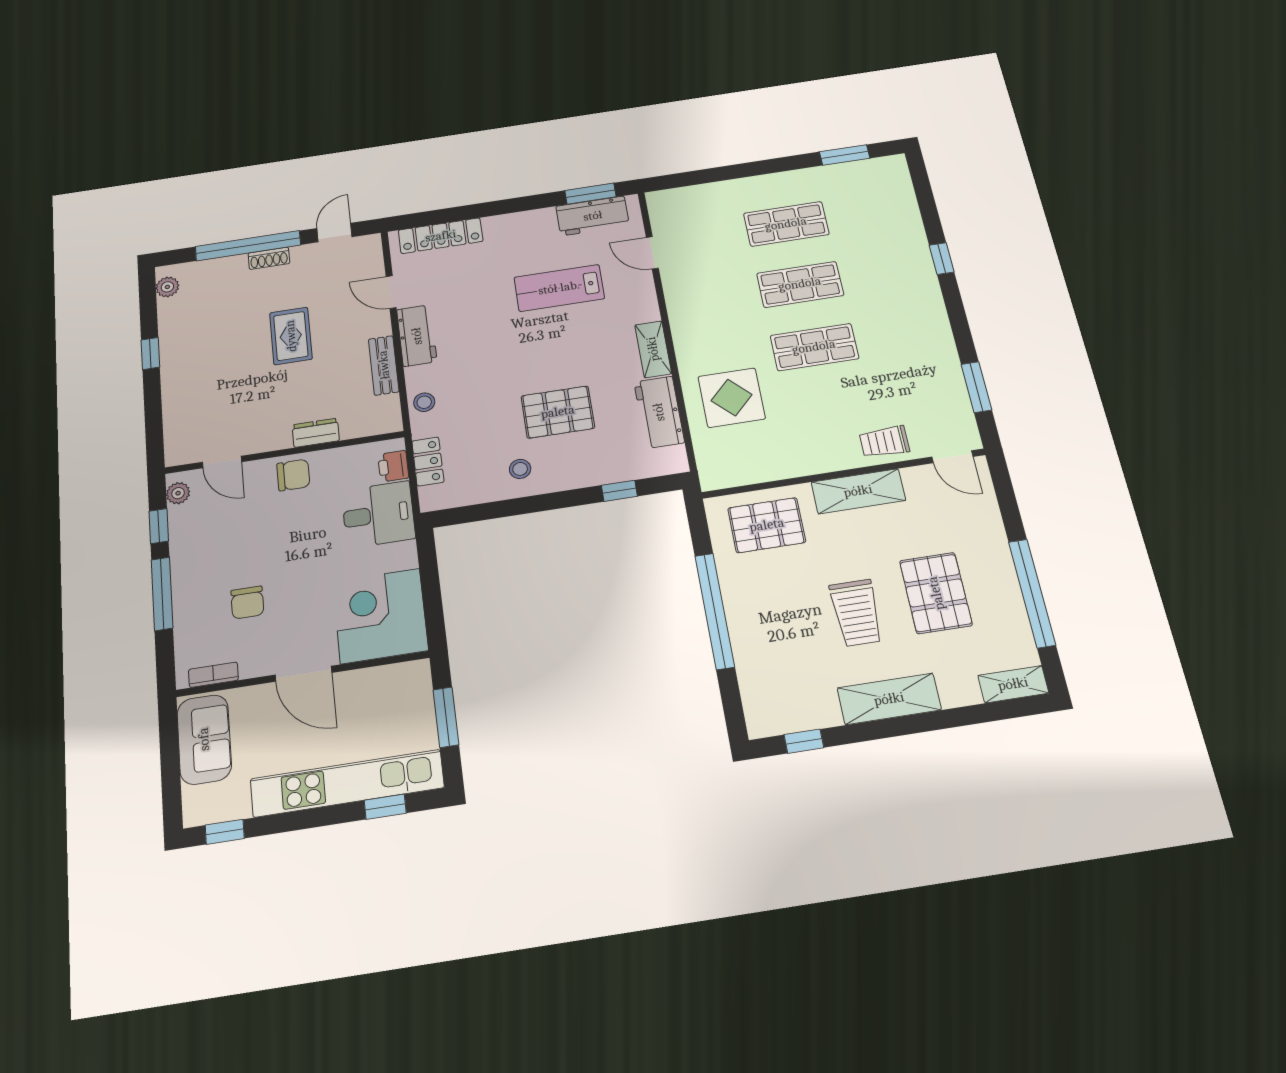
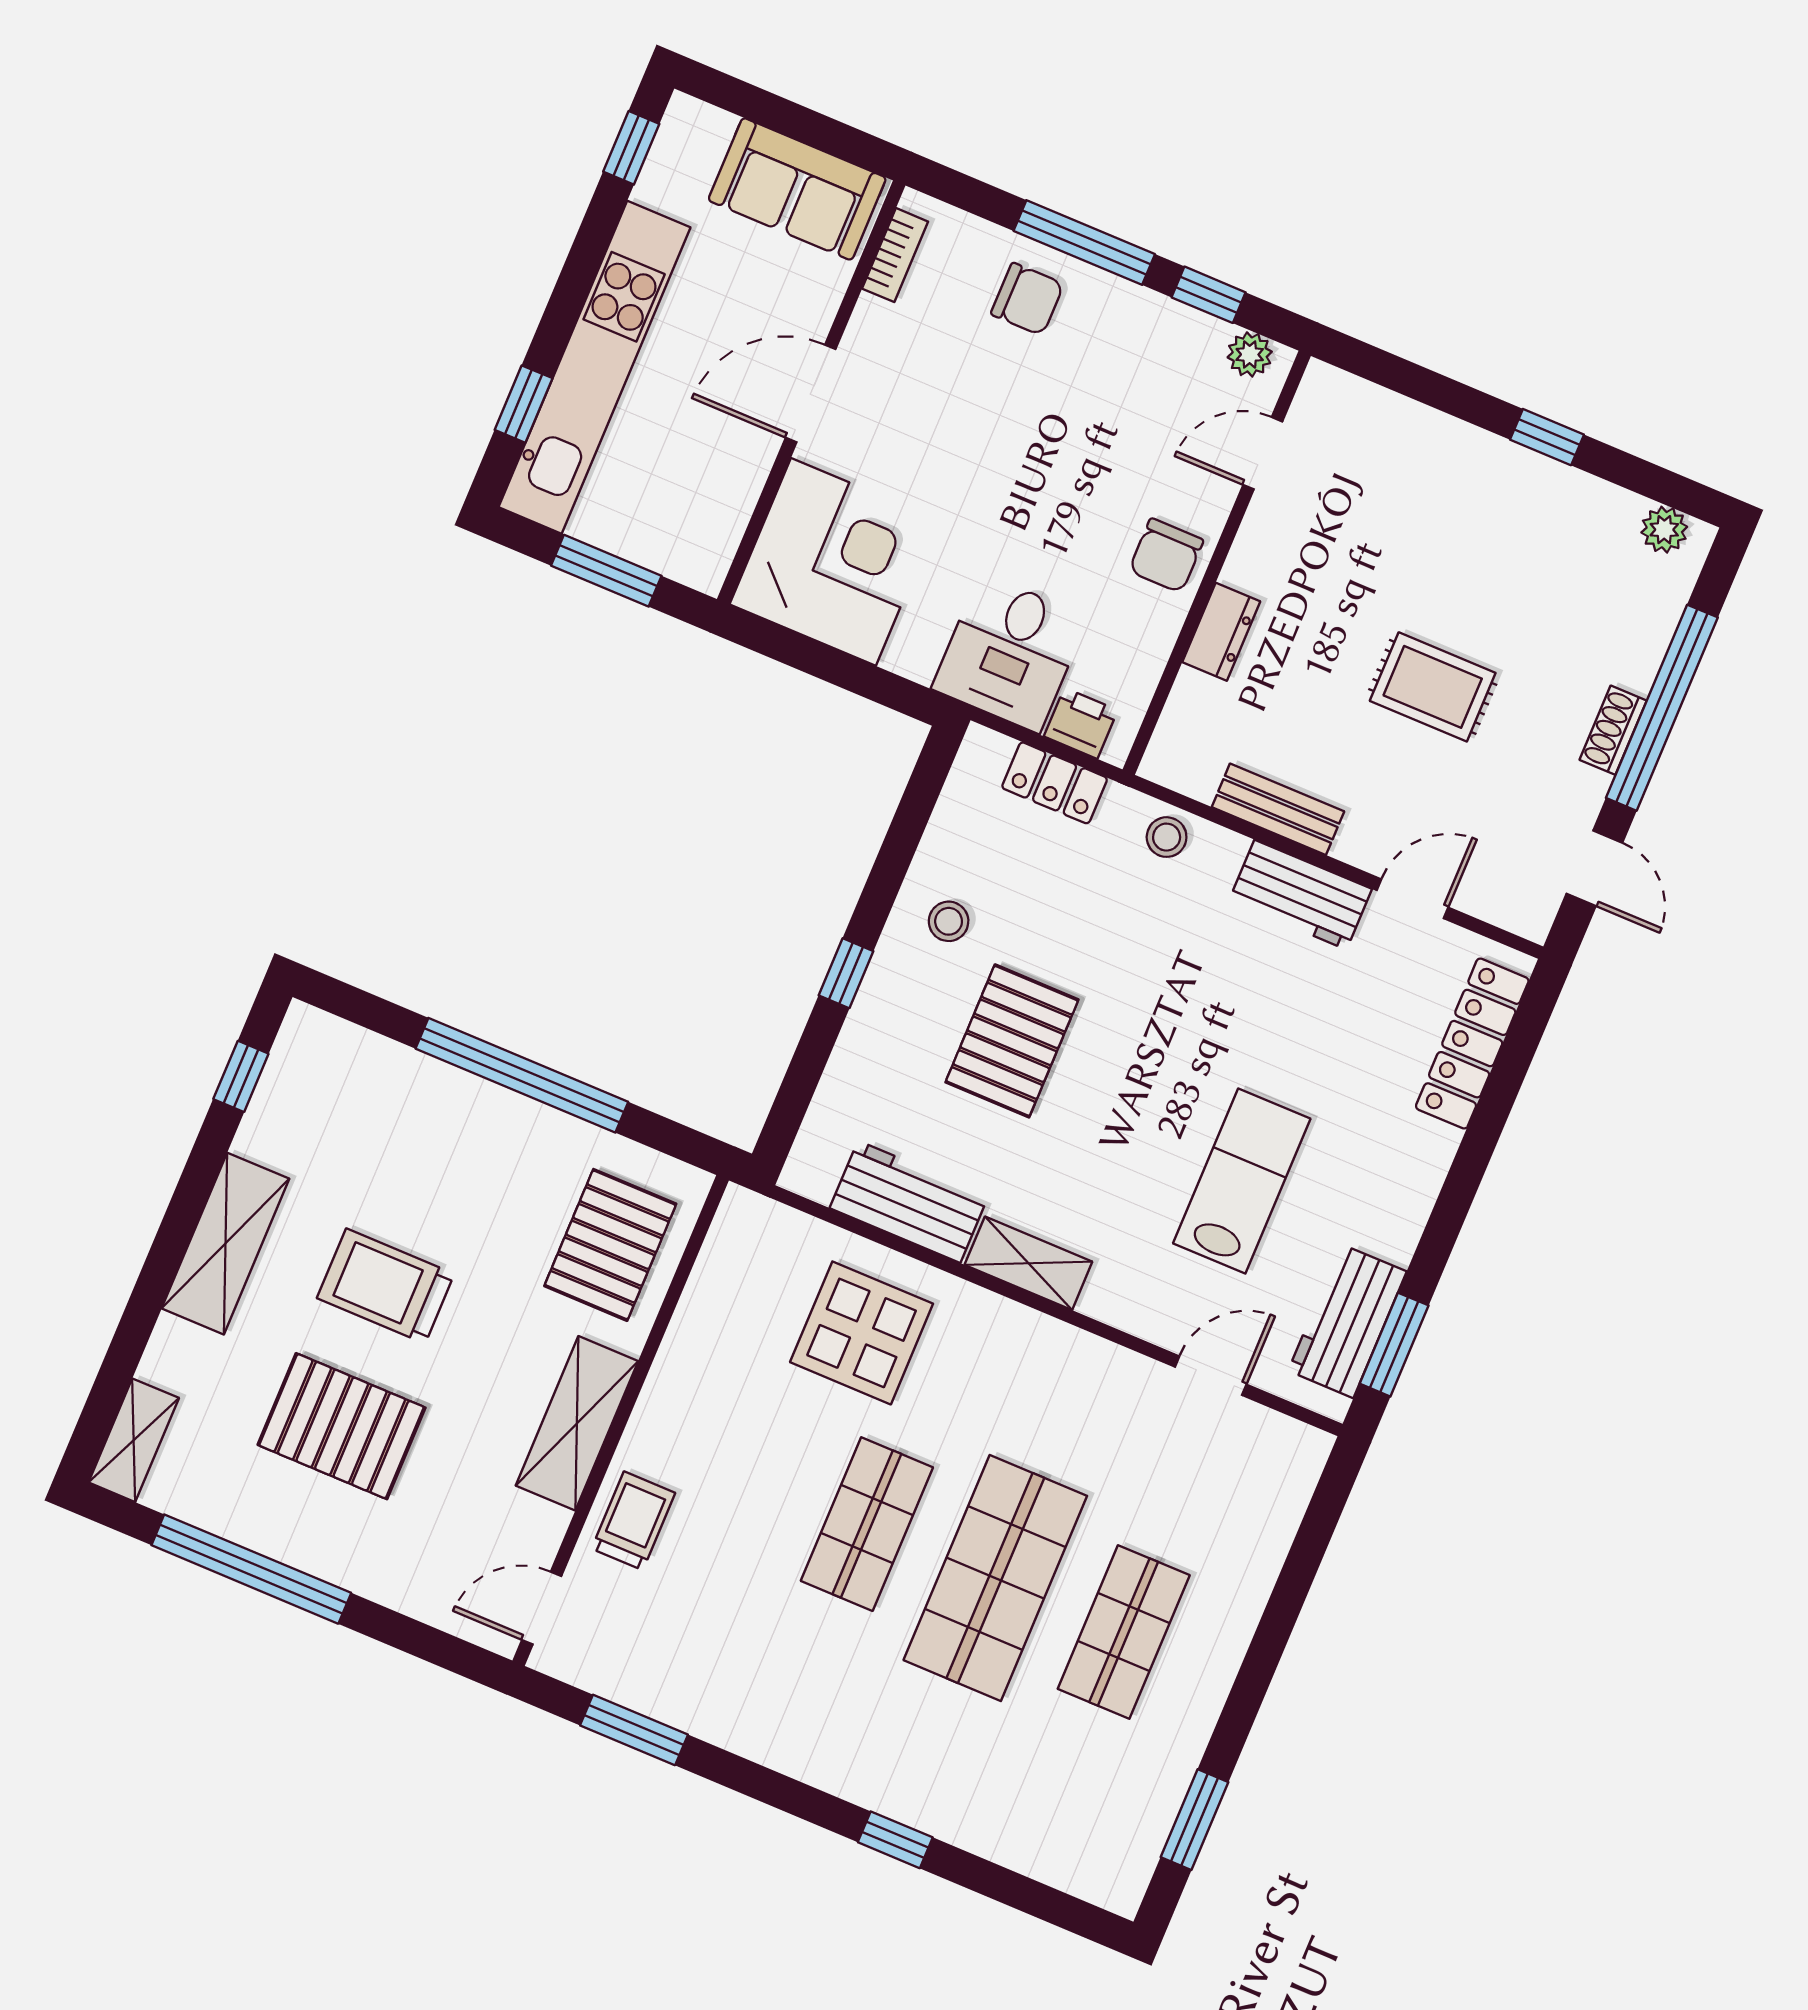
shop shelf: (800, 284) -> (995, 1578), width x1.43, depth x1.36
window: (619, 491) -> (846, 973), moved
chair: (247, 602) -> (1027, 299), moved, turned 180

